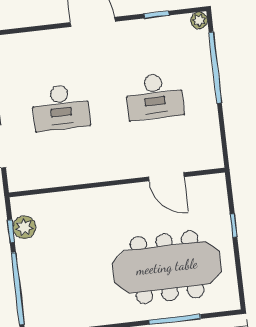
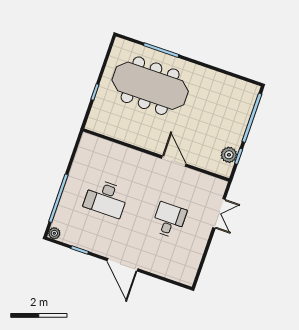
desk: (155, 97) -> (106, 198), turned 180
desk: (61, 107) -> (169, 220), width x0.73
door: (166, 177) -> (174, 161), moved

